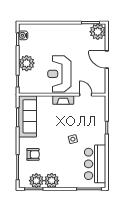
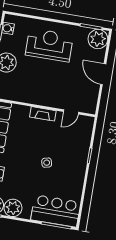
reception desk: (59, 74) -> (49, 45), moved, turned 90
door: (86, 95) -> (71, 112), swing flipped
bar counter: (95, 164) -> (56, 211), moved, turned 90

